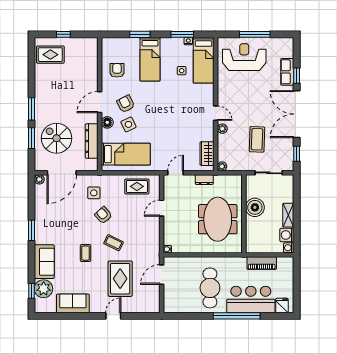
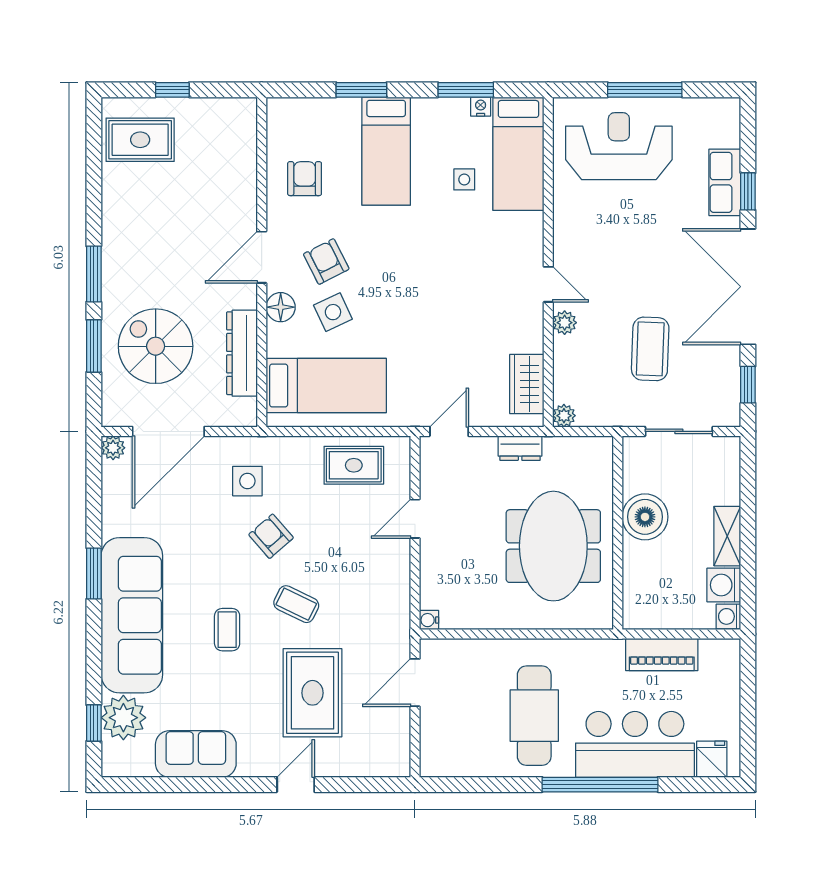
sofa: (44, 262) -> (132, 615), width x1.85, depth x1.27

